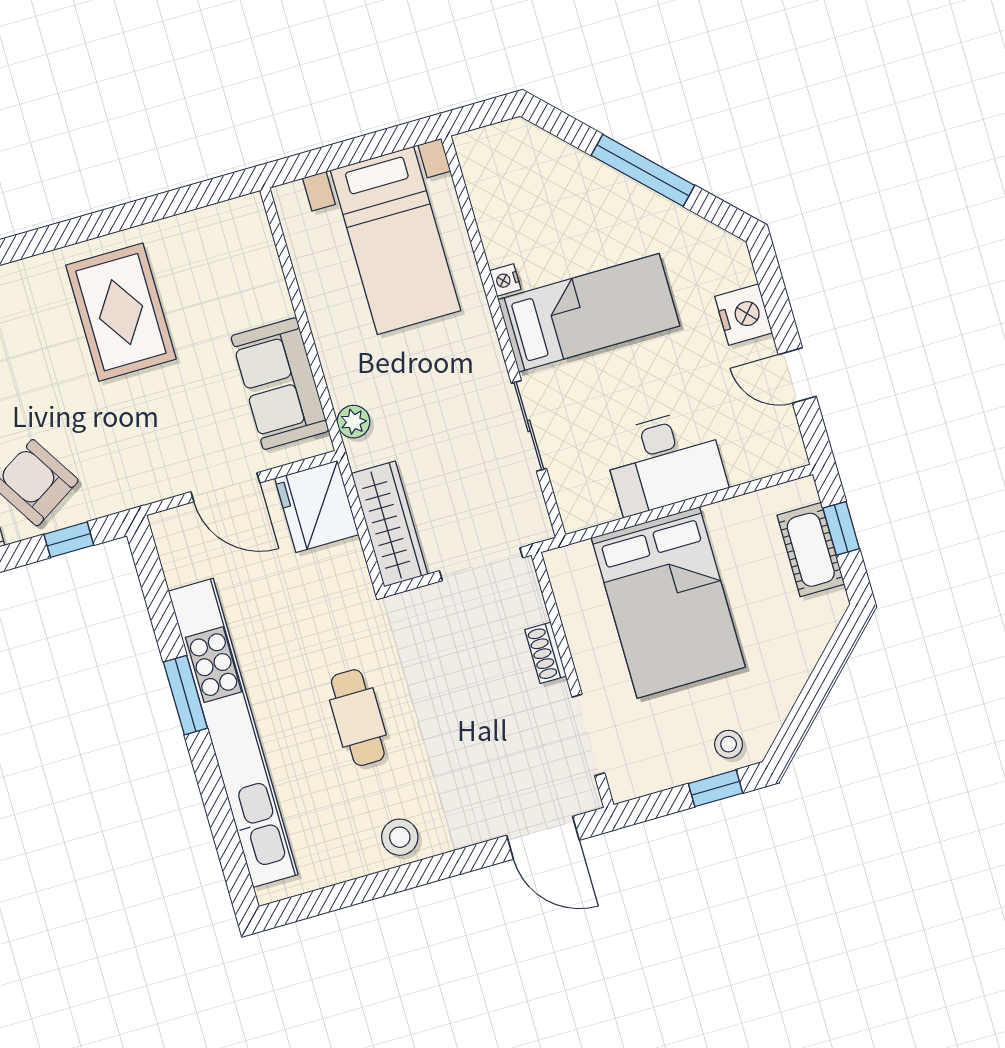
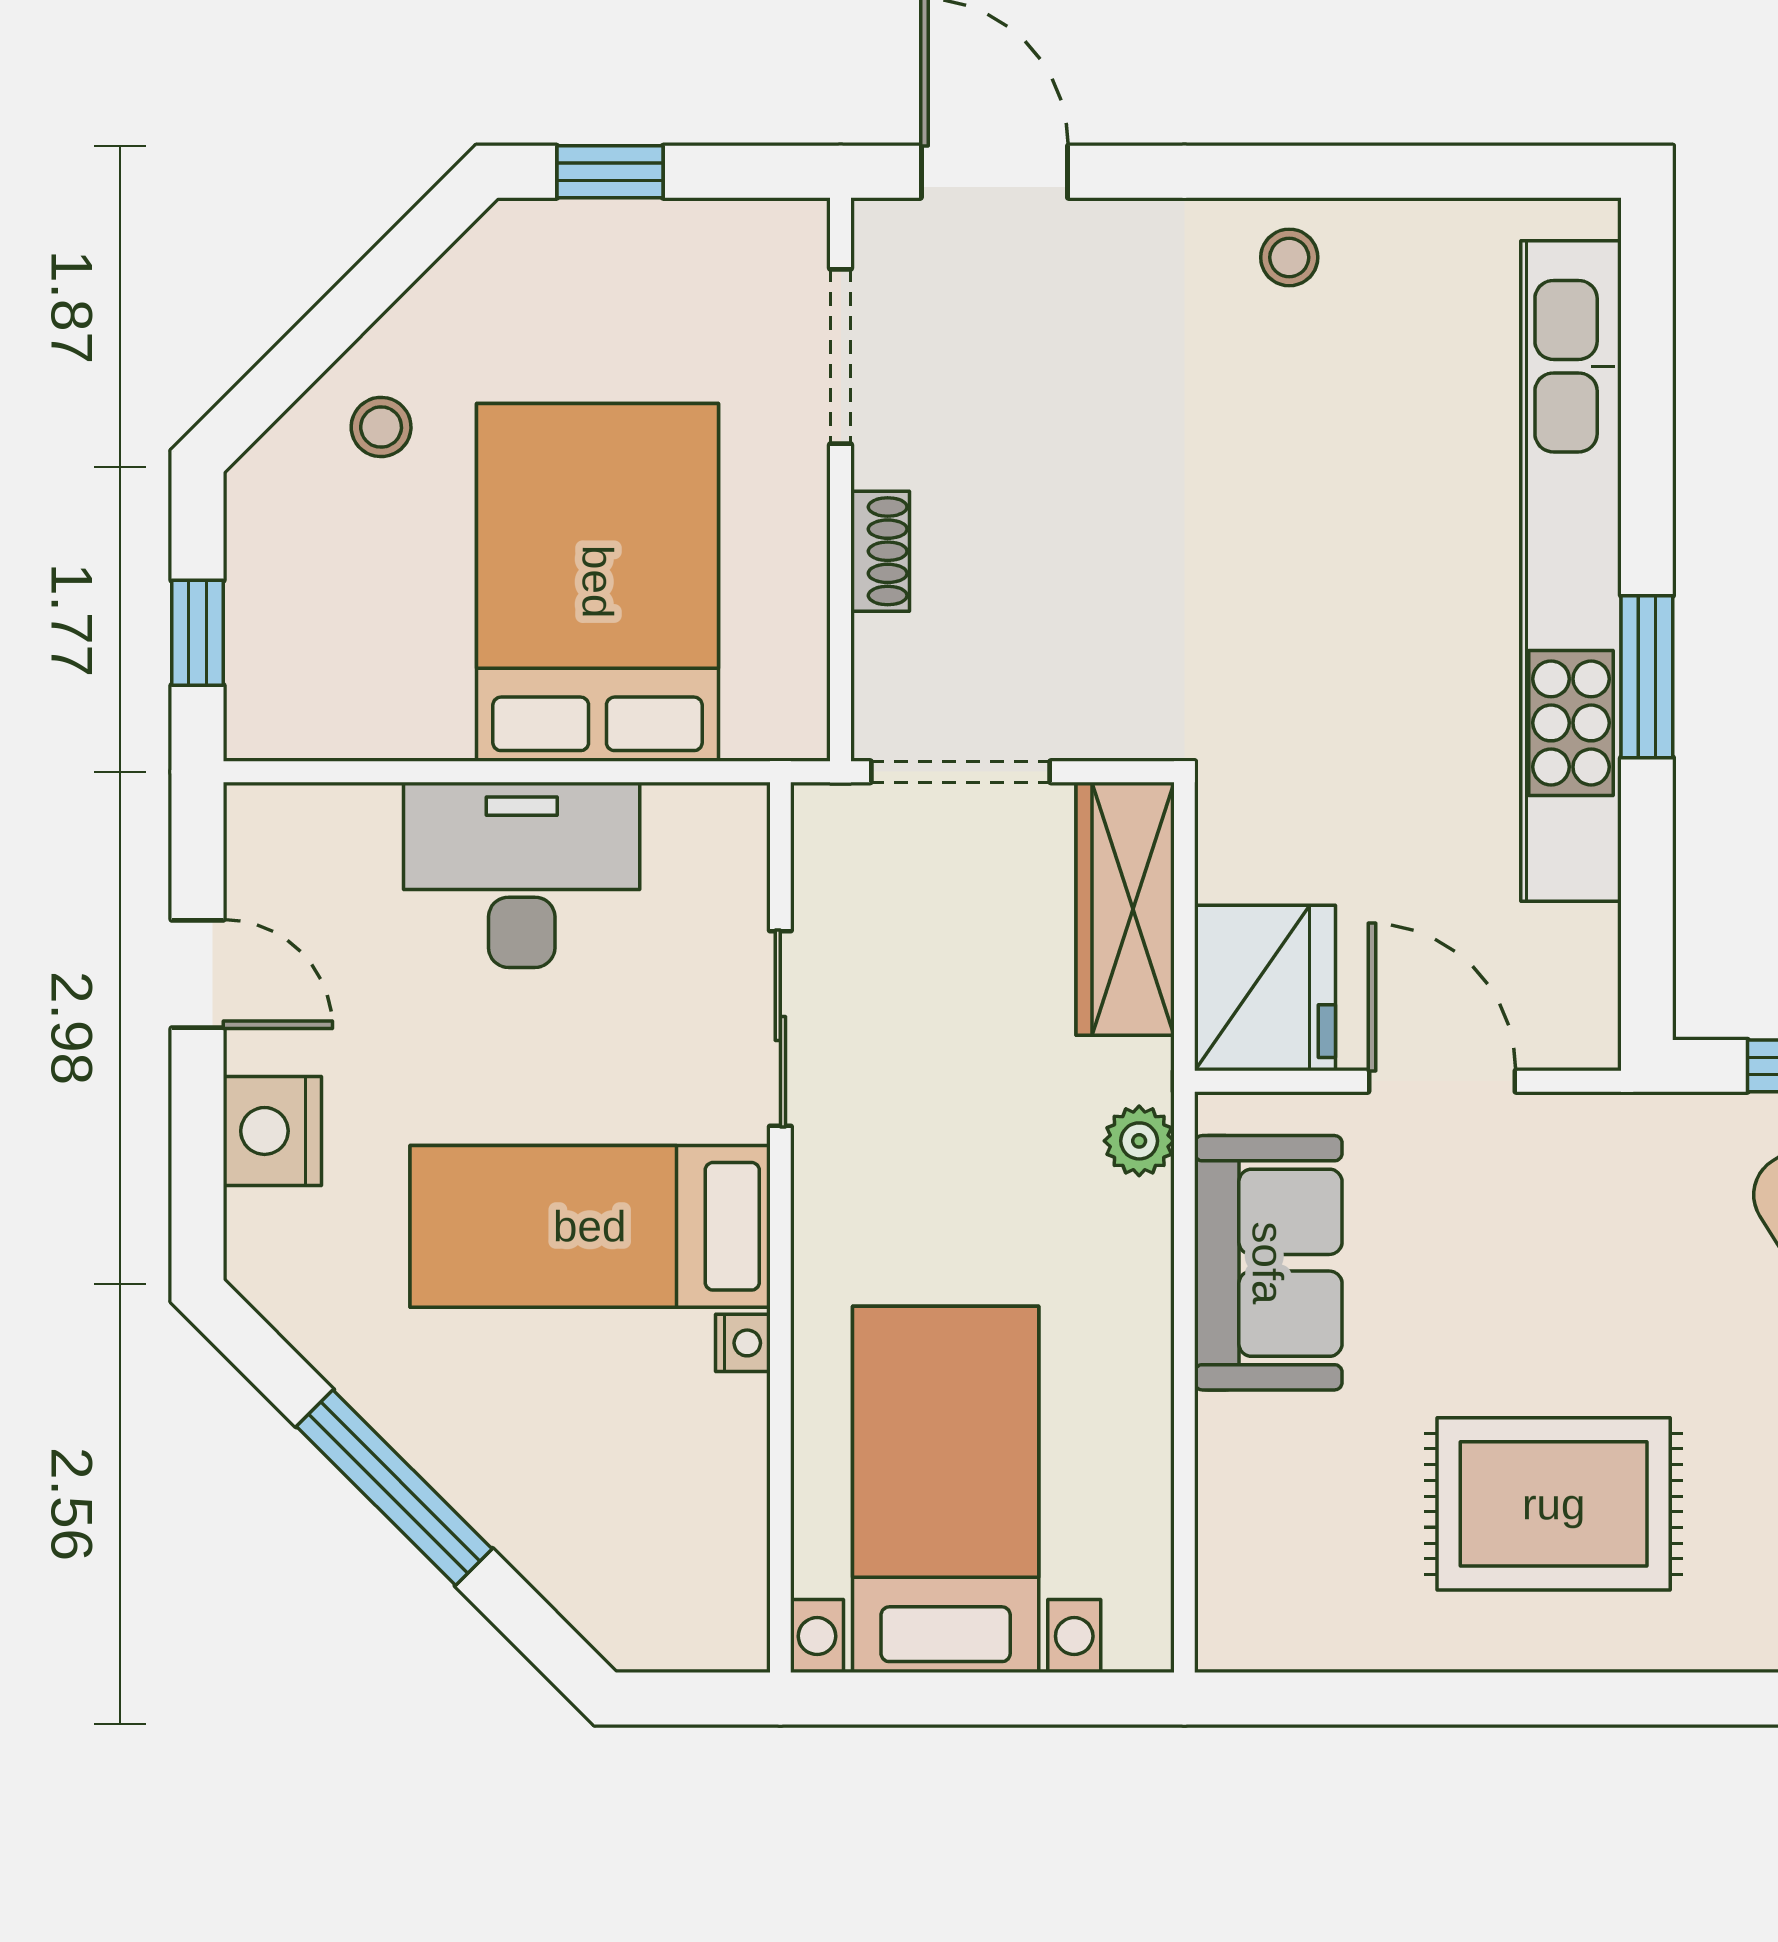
rug: (121, 312) -> (1554, 1504), turned 90
cot: (811, 550) -> (273, 607), removed
cafe table: (358, 718) -> (1305, 529), removed
stool: (729, 744) -> (381, 427), moved
stool: (400, 837) -> (1289, 257), width x0.73, depth x0.73

